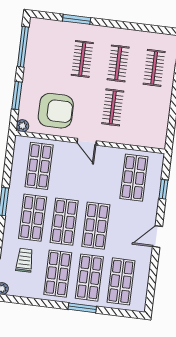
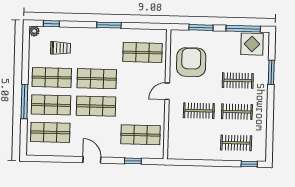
display table: (42, 38) -> (252, 44), added
armchair: (56, 111) -> (191, 62), turned 180
plant: (22, 126) -> (176, 35), removed
shop shelf: (33, 218) -> (98, 51), removed
window: (82, 308) -> (24, 101), width x1.44

